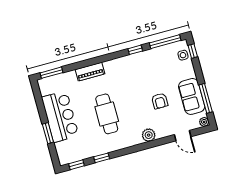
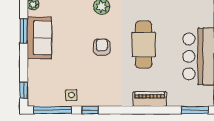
side table: (183, 55) -> (72, 95), moved
window: (206, 98) -> (24, 31), width x0.69
armchair: (160, 101) -> (102, 47), moved

